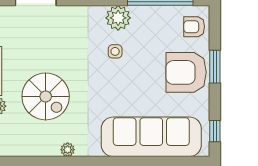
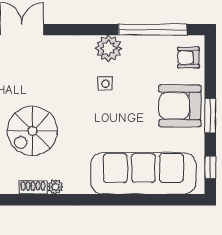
window: (215, 67) -> (210, 116), moved
spiral stairs: (46, 96) -> (32, 131), turned 90
shoe rack: (46, 150) -> (33, 188), added

